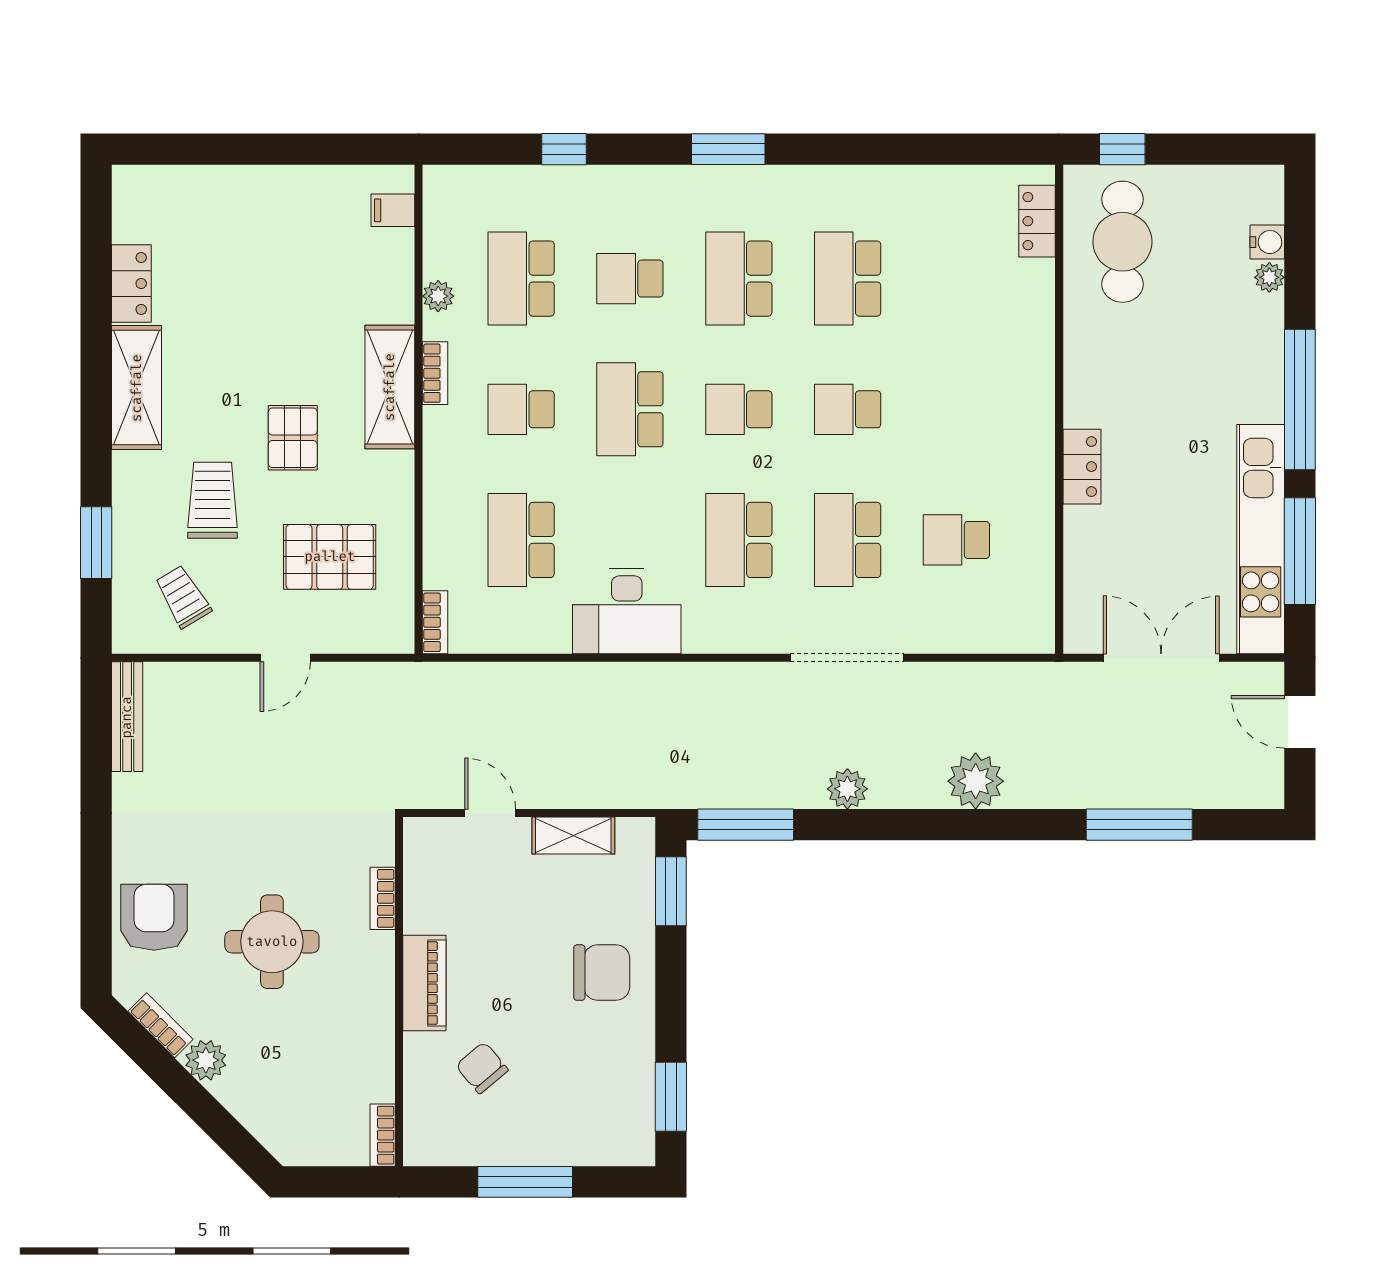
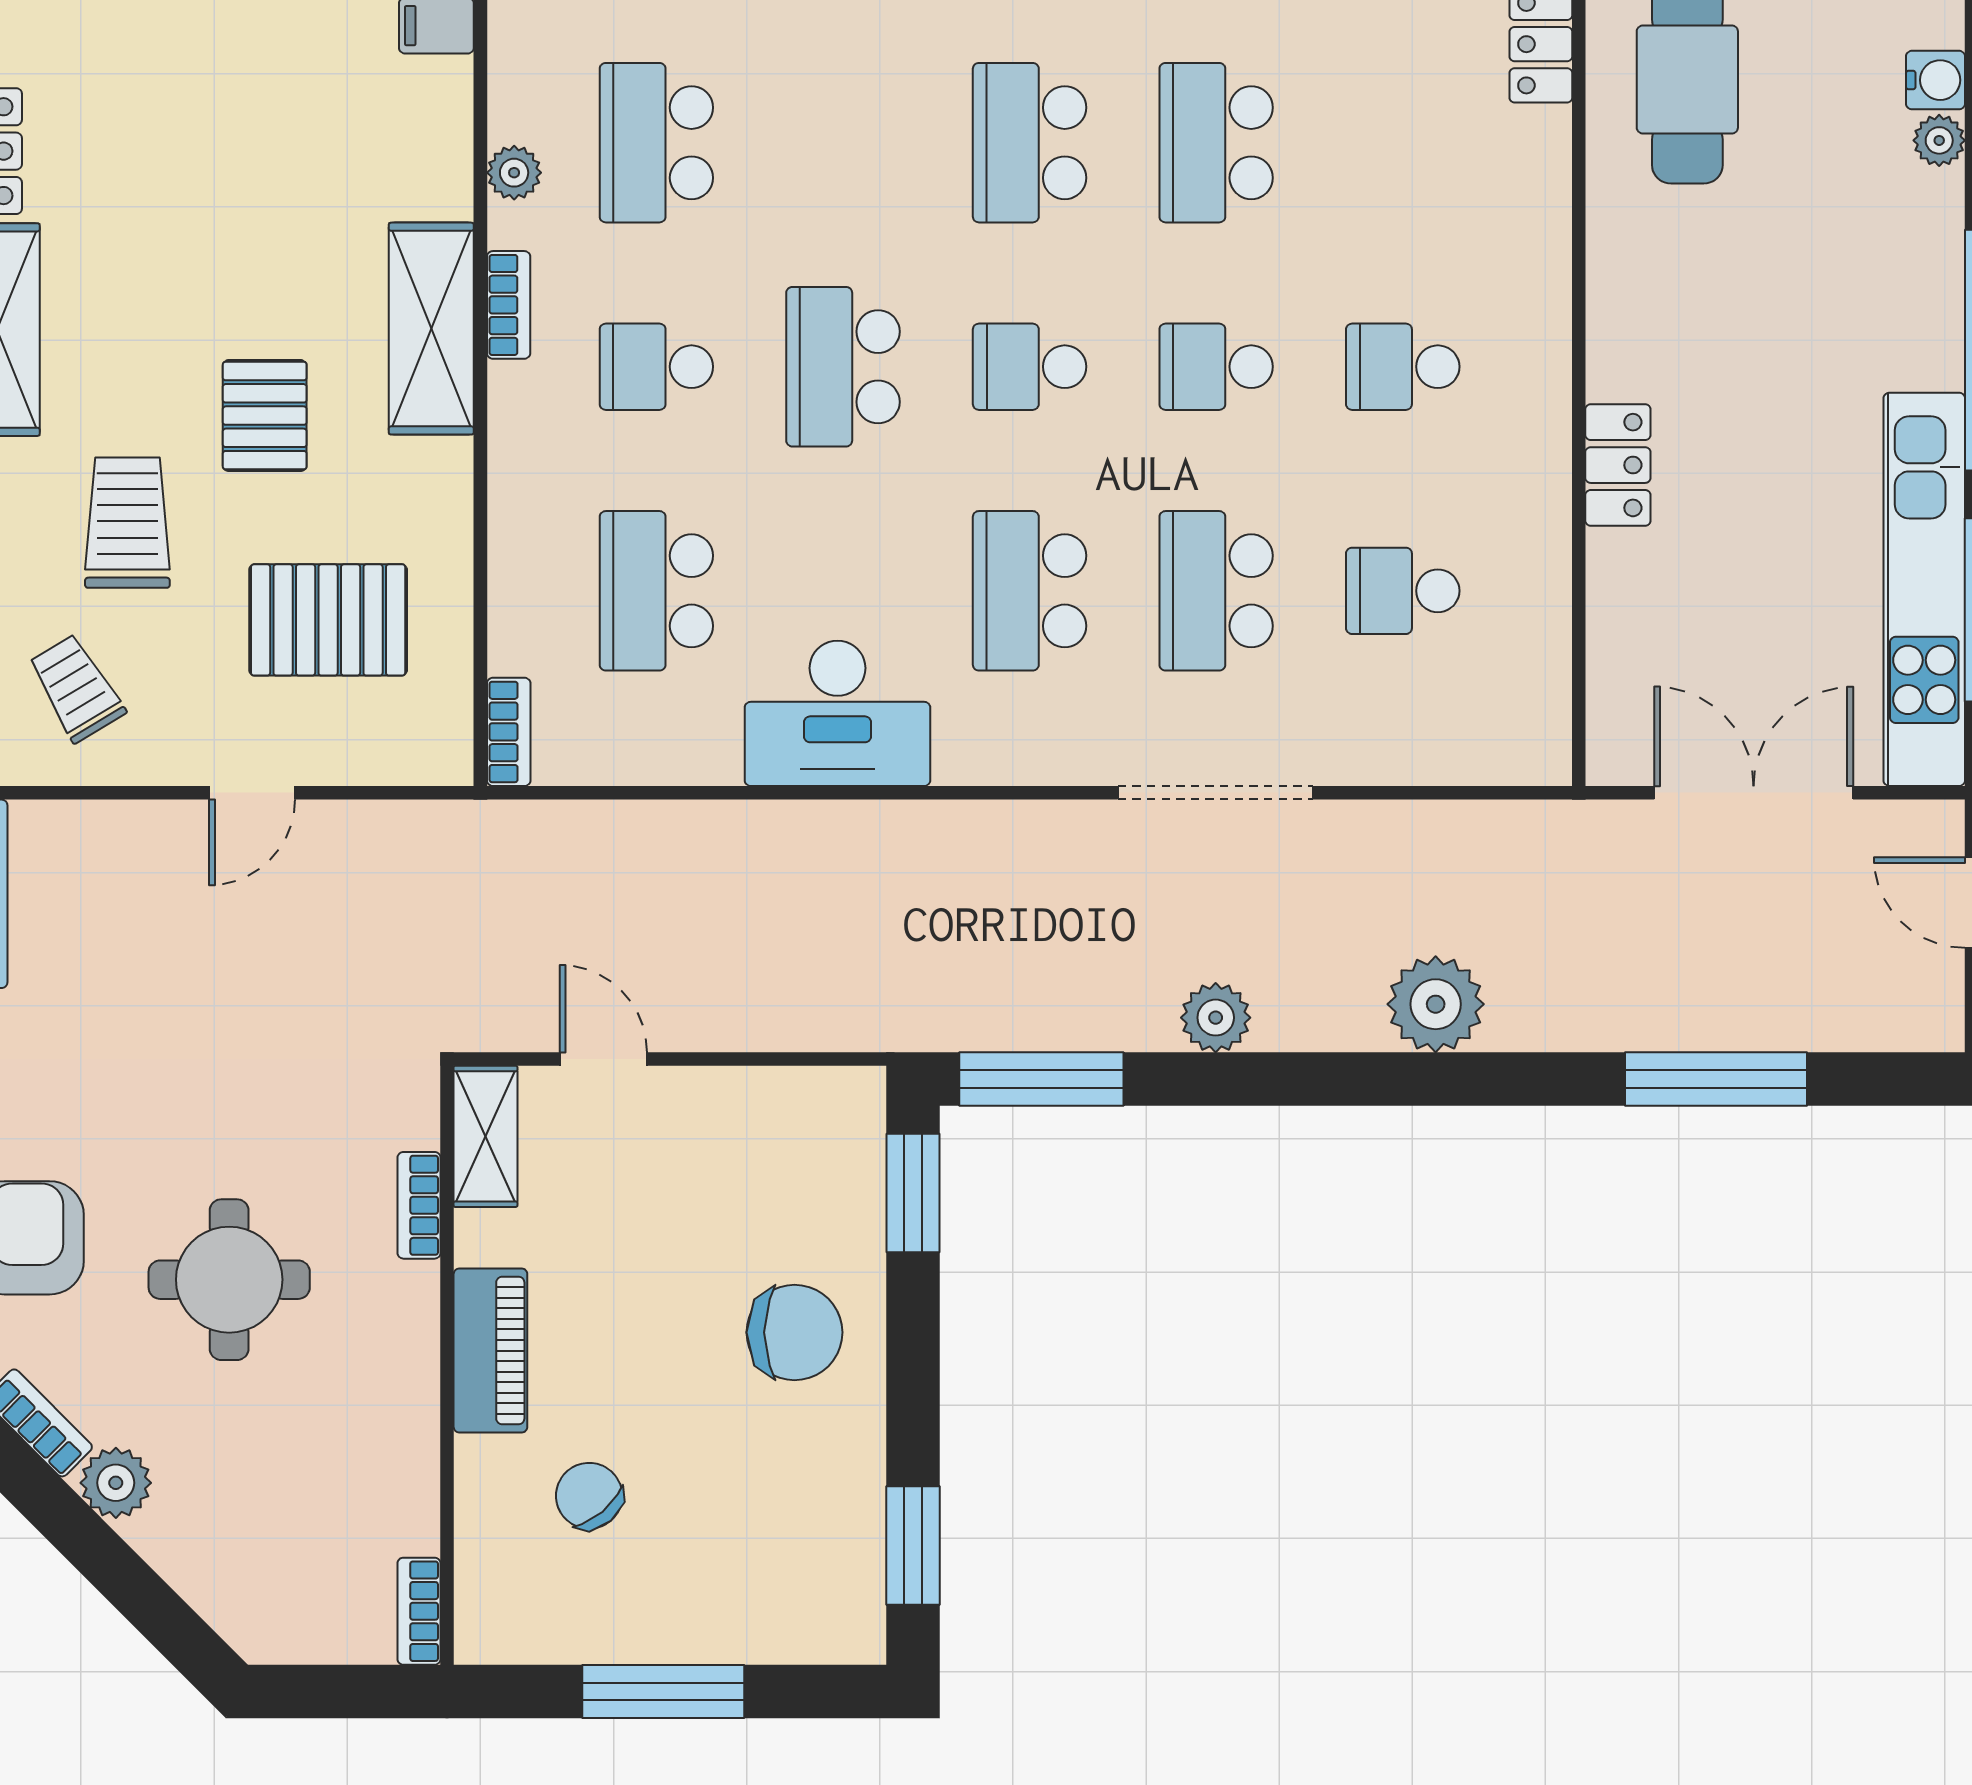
school desk: (630, 279) -> (1403, 367), moved
shelving: (573, 835) -> (486, 1136), moved, turned 90

